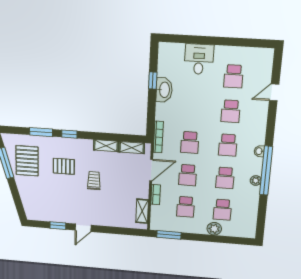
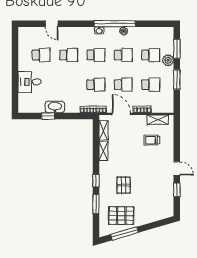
trolley: (94, 181) -> (152, 140), moved
window: (169, 235) -> (177, 80), moved
window: (228, 240) -> (177, 49), added

